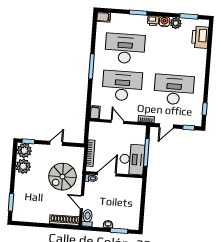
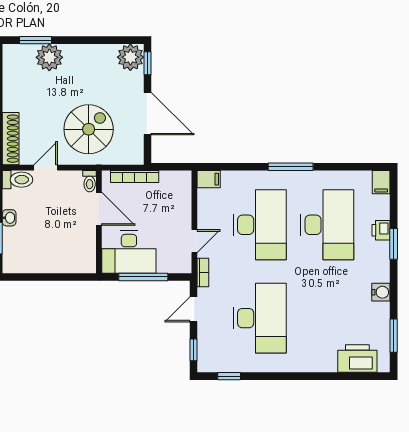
printer: (153, 21) -> (381, 230), moved
plant: (176, 23) -> (380, 313), removed
door: (117, 122) -> (194, 241), moved
door: (166, 126) -> (193, 309), hinge flipped
door: (56, 143) -> (148, 114), width x1.87
plant: (23, 166) -> (49, 57), moved
spiral stairs: (62, 177) -> (89, 129), turned 90

